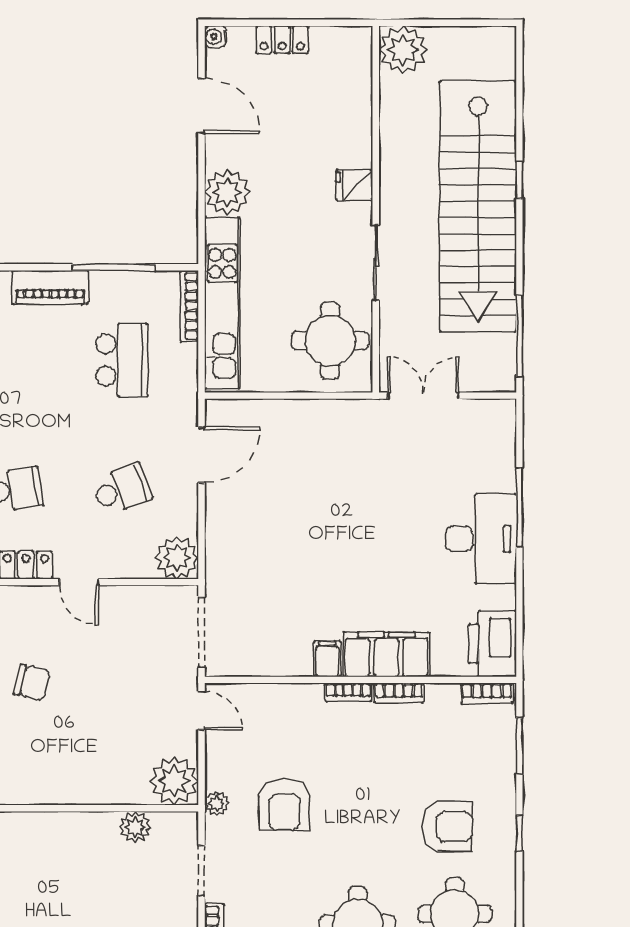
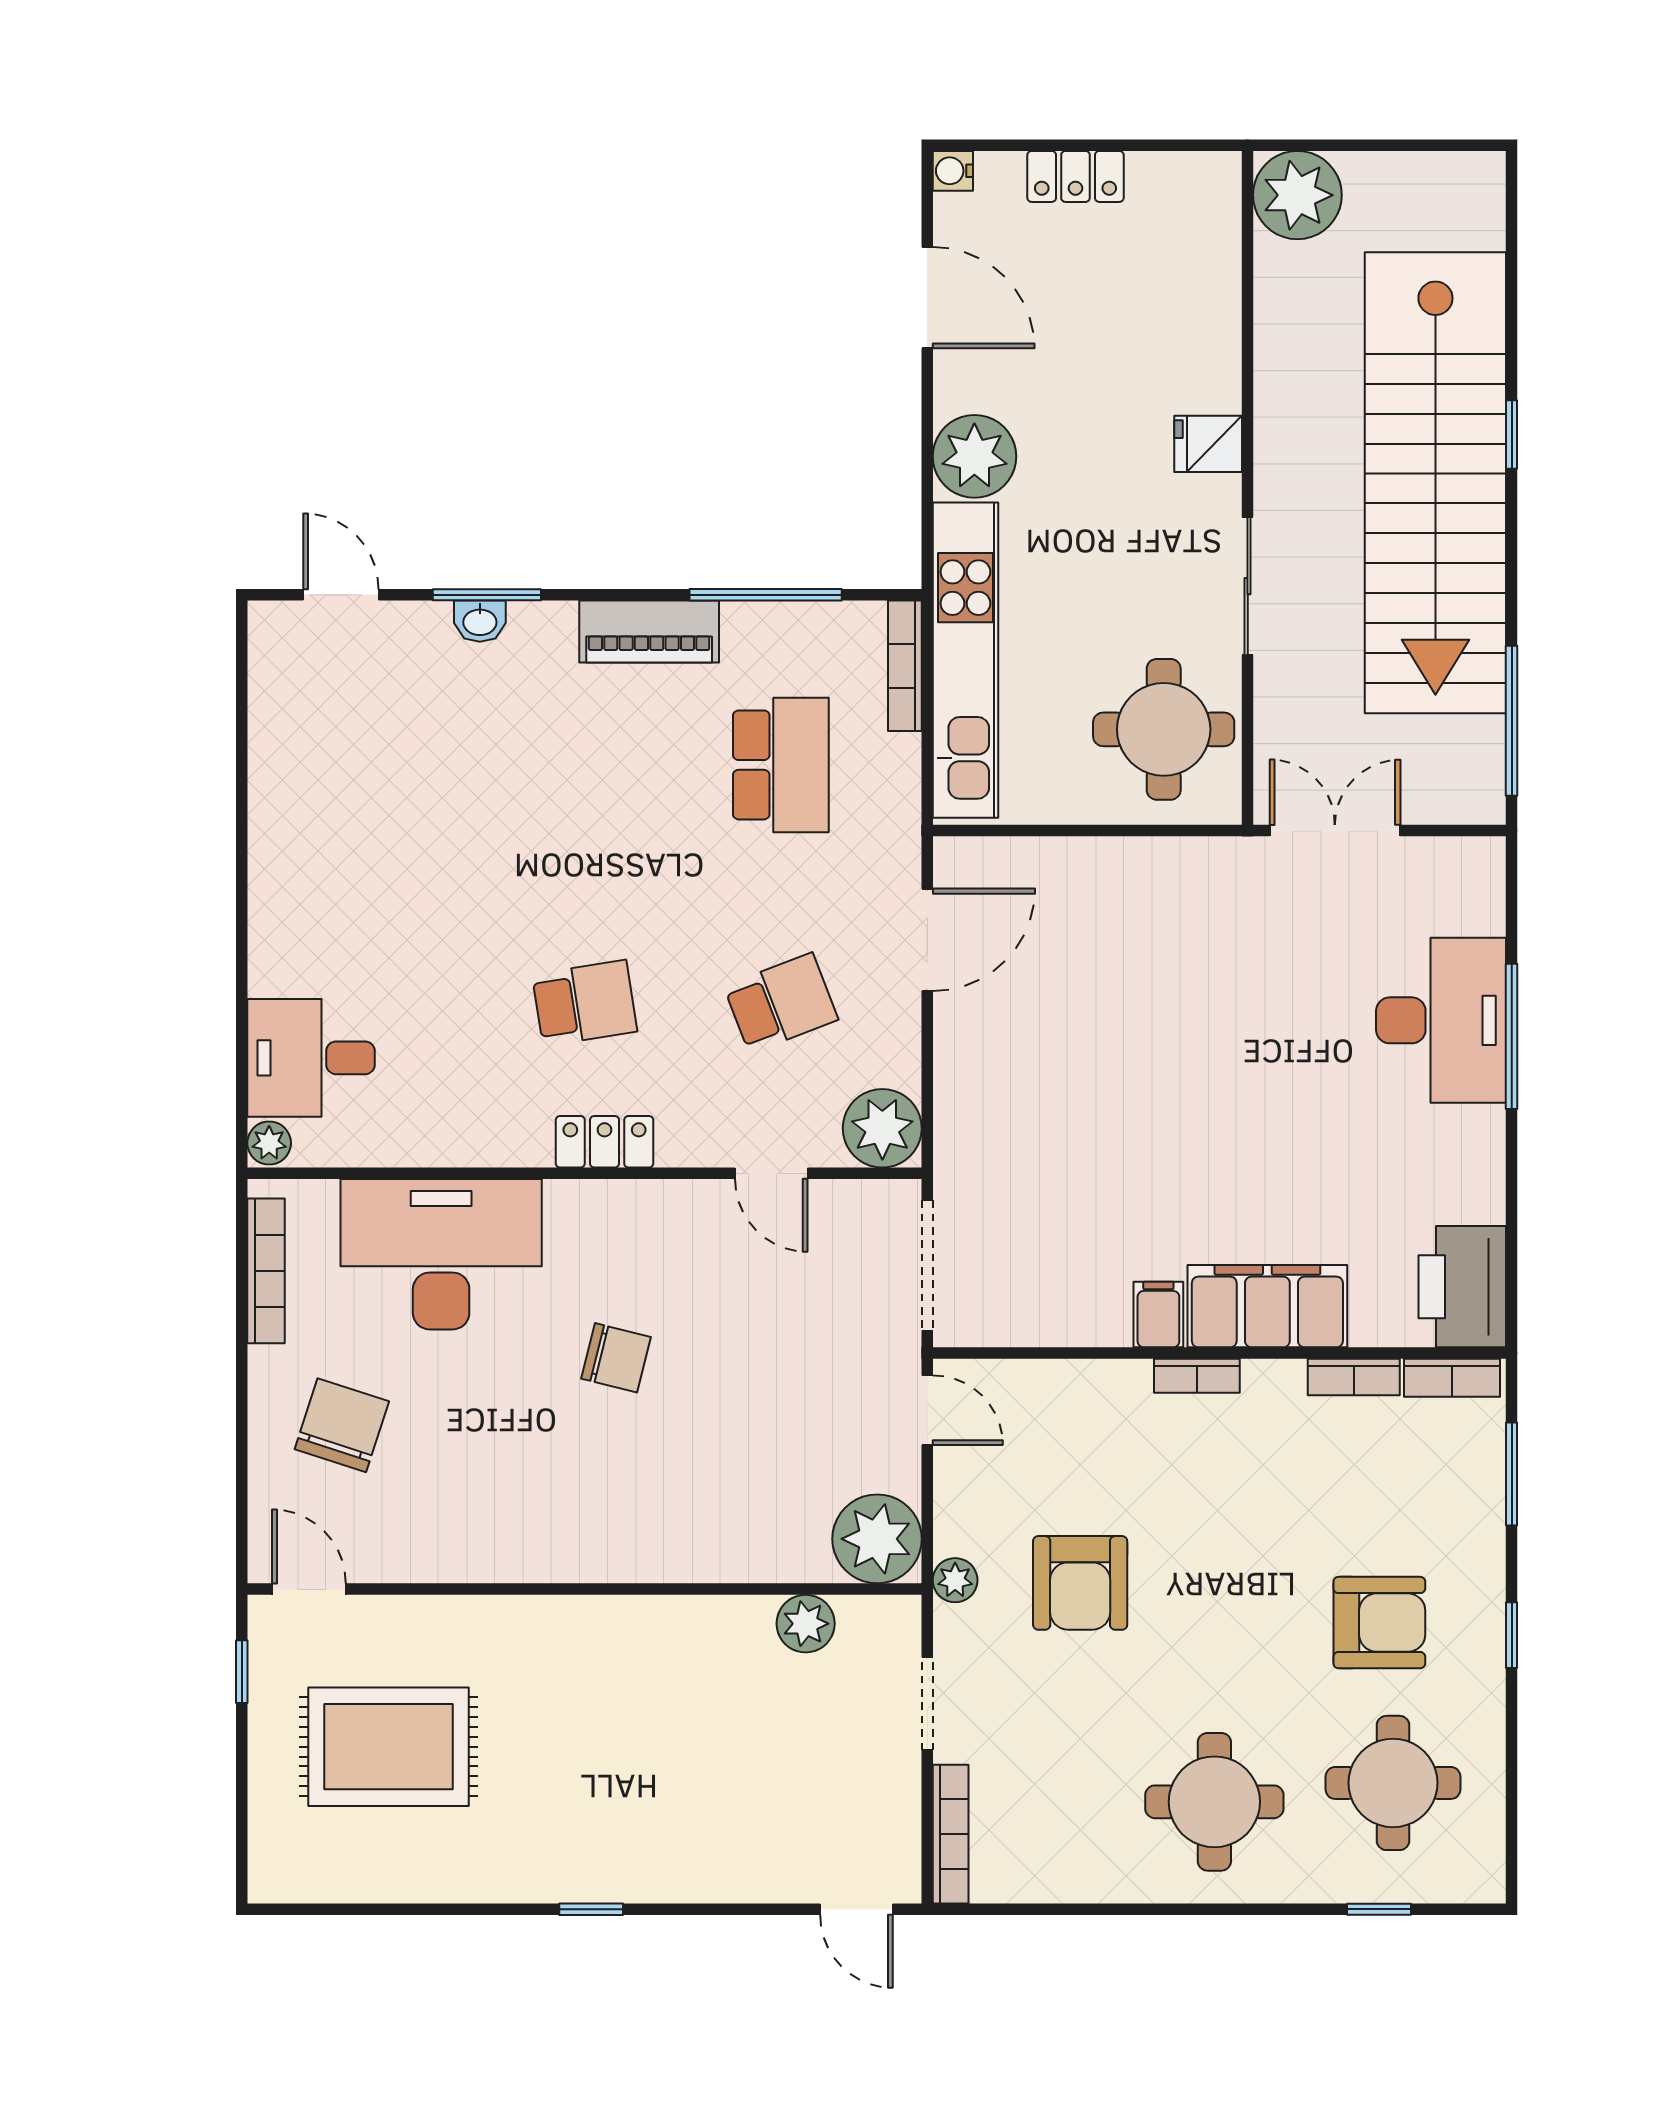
desk: (481, 539) -> (1441, 1020), moved
door: (79, 582) -> (771, 1173), moved
bookcase: (399, 693) -> (1354, 1377), moved

